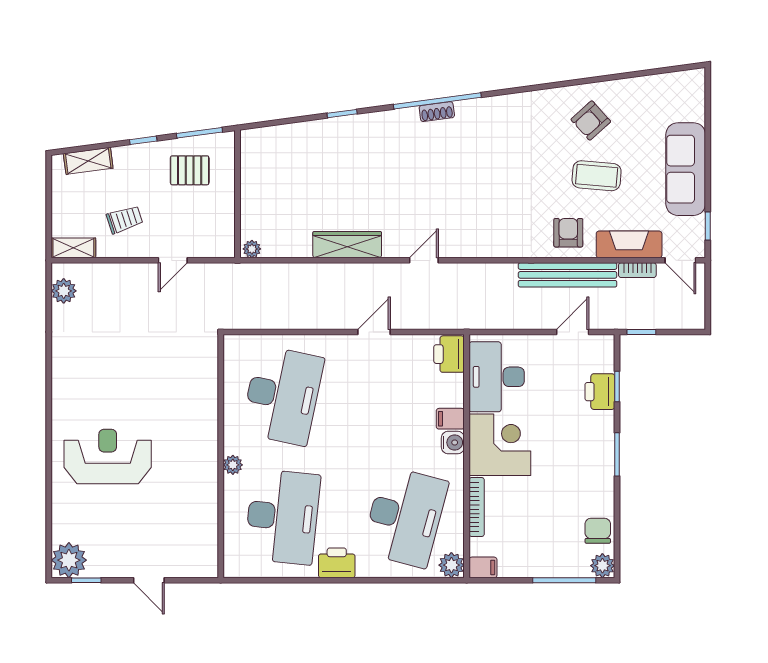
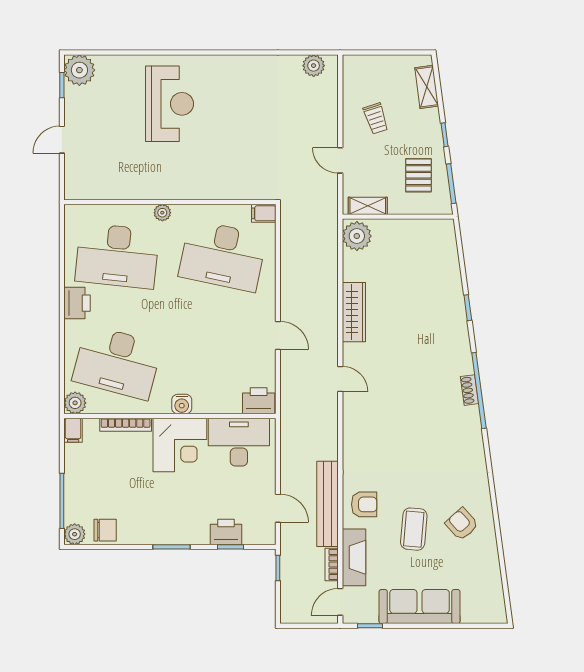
shelving: (73, 248) -> (368, 206), moved, turned 90
plant: (252, 249) -> (357, 236), width x1.87, depth x1.87
filing cabinet: (450, 419) -> (264, 213), moved, turned -90

